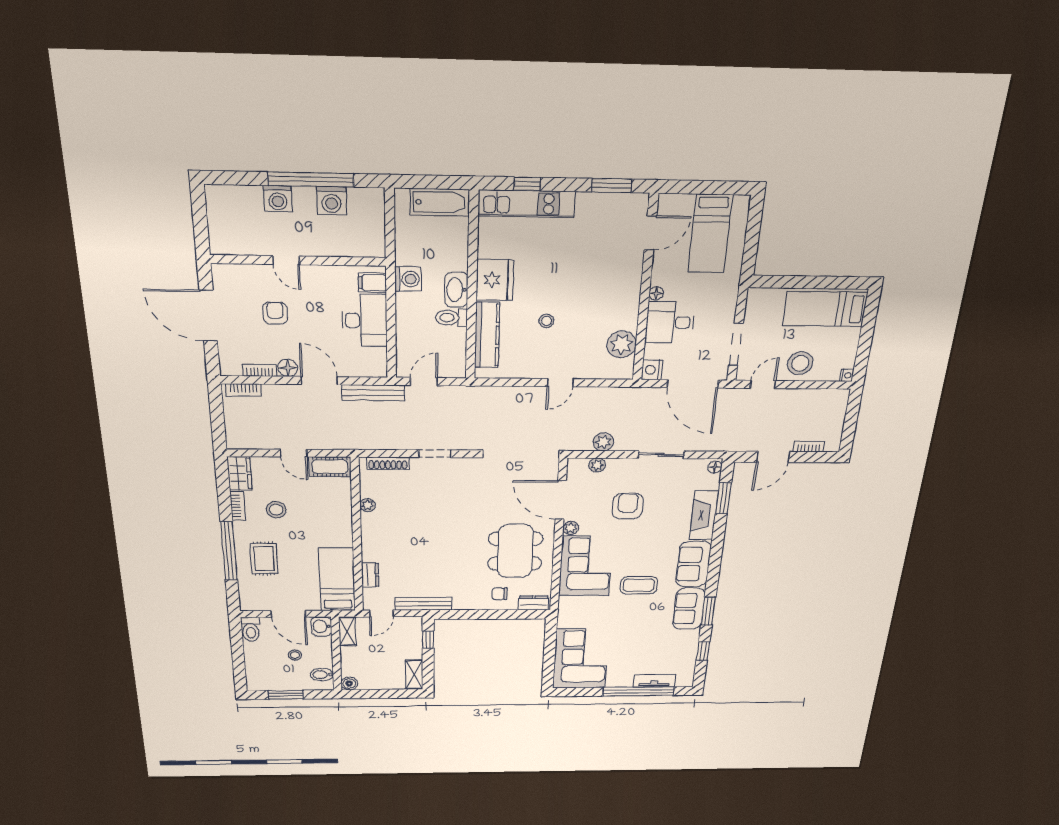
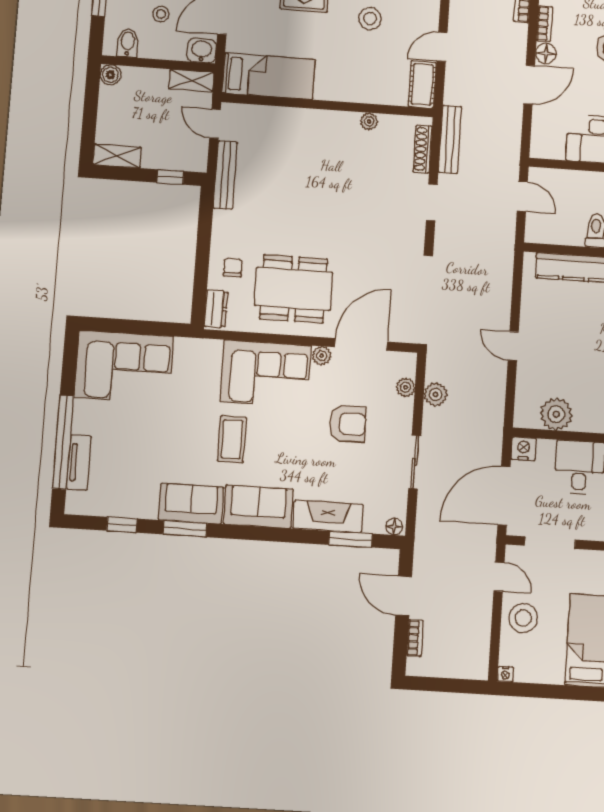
stool: (547, 321) -> (588, 332), removed
bench: (373, 393) -> (450, 139), moved
dresser: (370, 575) -> (272, 116), removed

